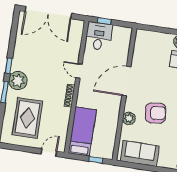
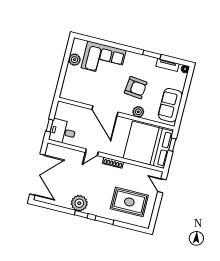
plant: (18, 81) -> (79, 203), moved
armchair: (156, 113) -> (136, 88), turned 103
bed: (82, 131) -> (148, 145), width x2.04

